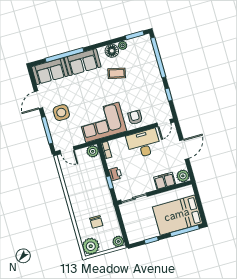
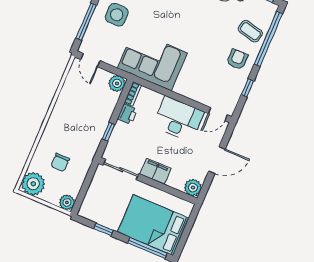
coffee table: (117, 73) -> (250, 31), moved
armchair: (135, 117) -> (237, 59), moved
printer: (115, 174) -> (127, 114), moved
filing cabinet: (165, 181) -> (155, 171), moved

